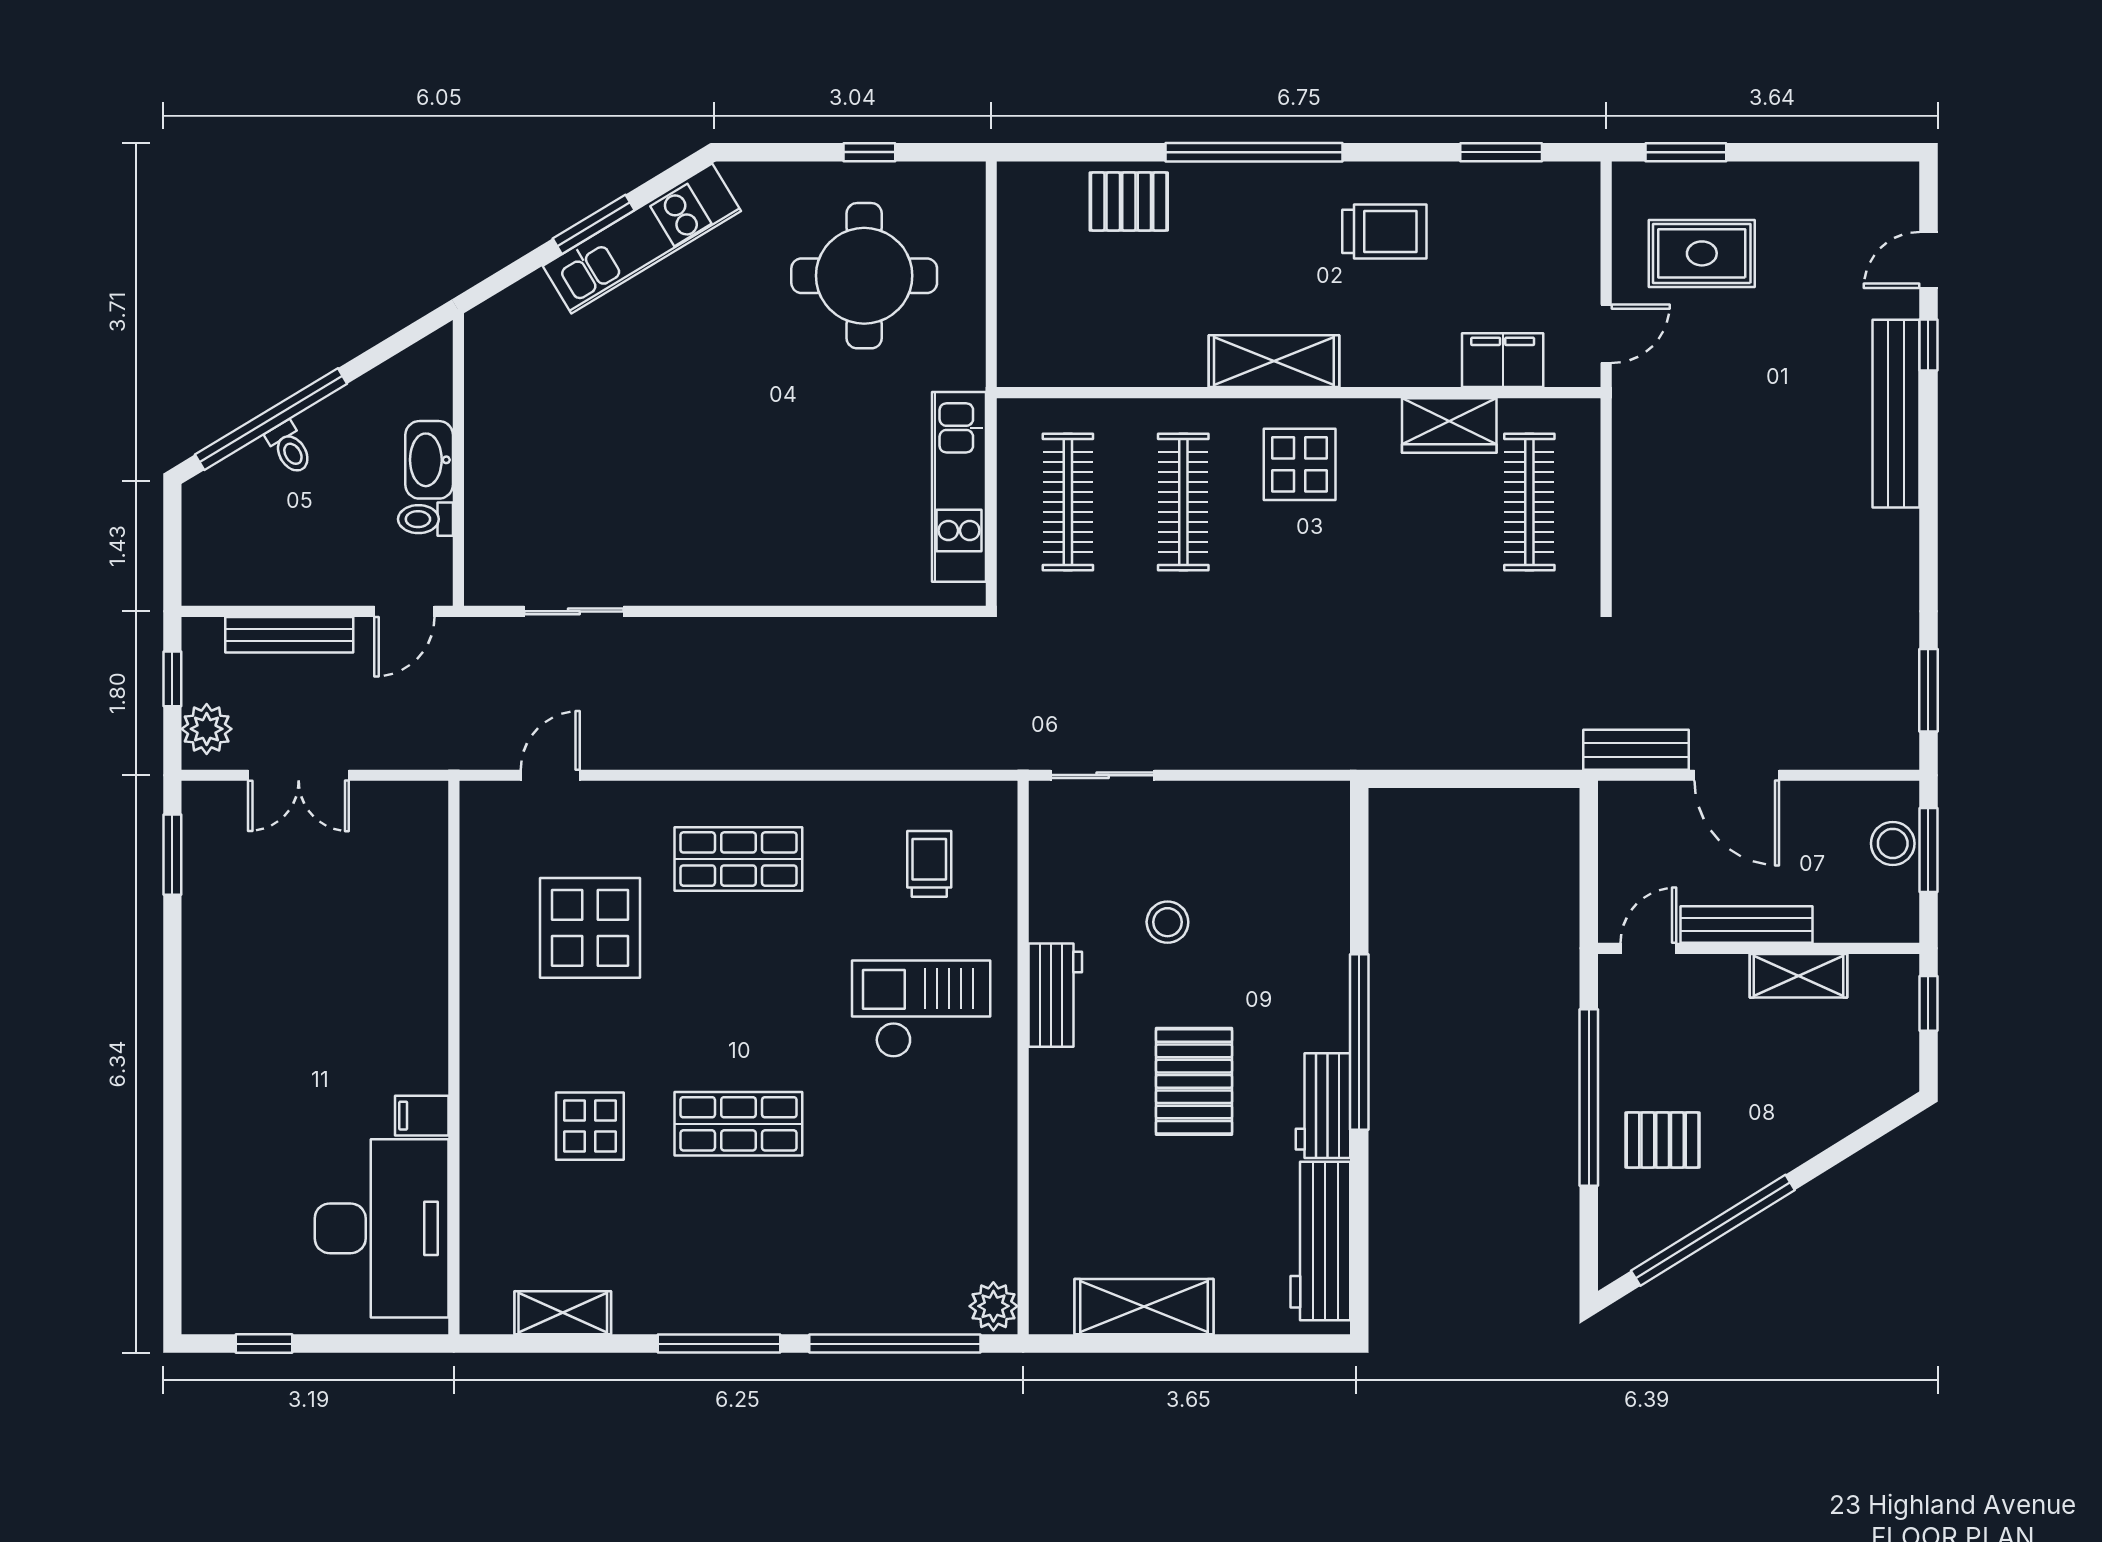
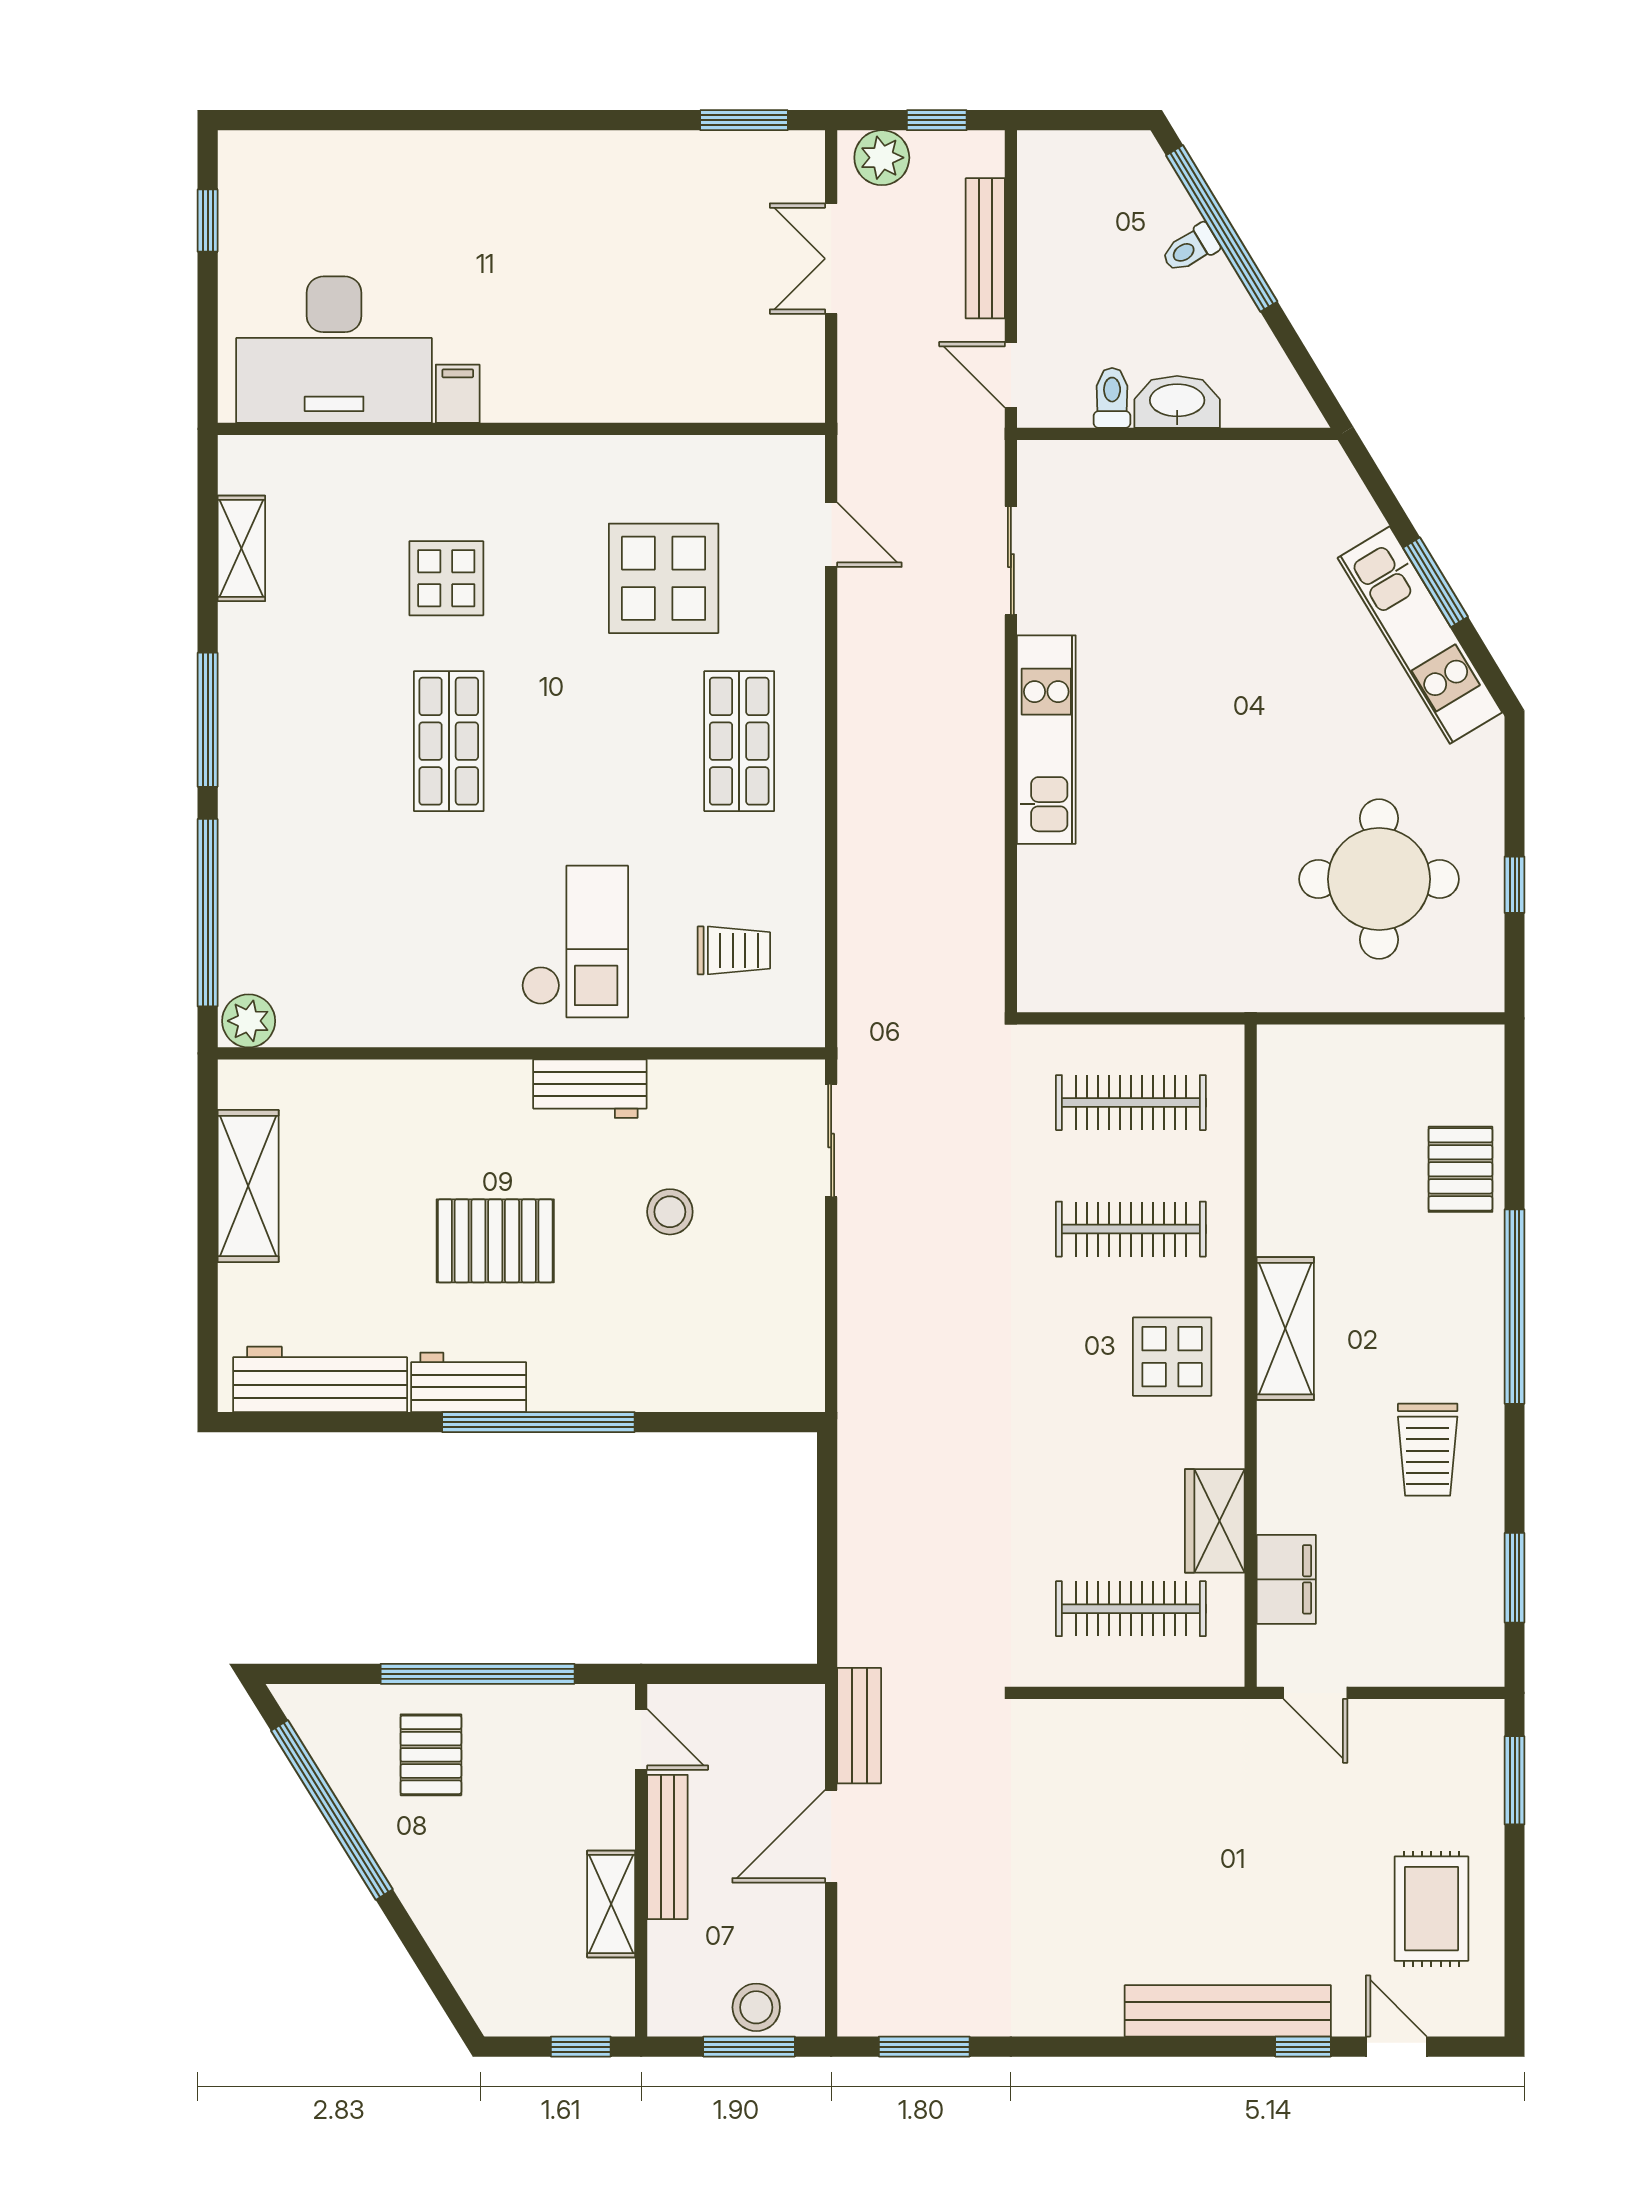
rug: (1702, 253) -> (1431, 1909), moved
kitchen unit: (959, 487) -> (1046, 740), moved, turned 90

